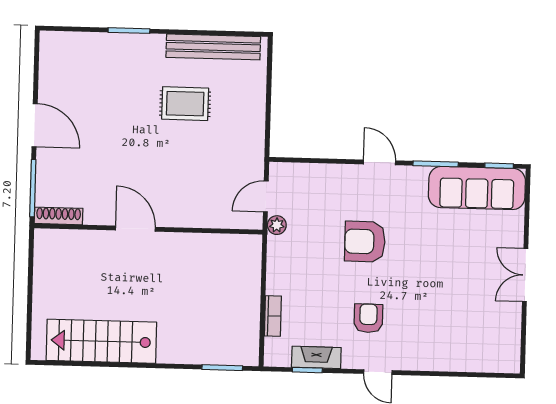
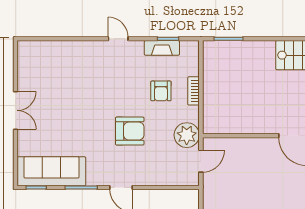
plant: (277, 225) -> (187, 135), width x1.88, depth x1.88
bookcase: (273, 316) -> (194, 91), moved
armchair: (368, 318) -> (161, 91), moved

